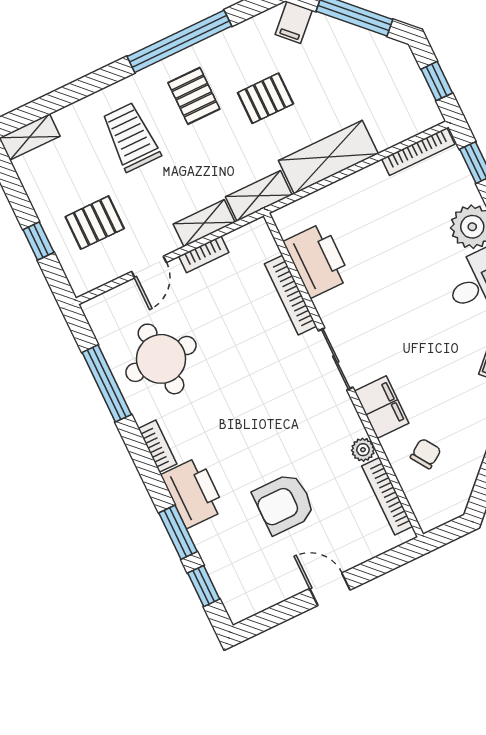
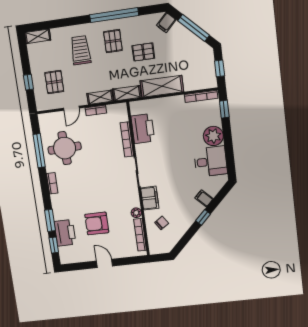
pallet: (95, 223) -> (54, 82), turned 90
printer: (193, 493) -> (65, 233), moved

